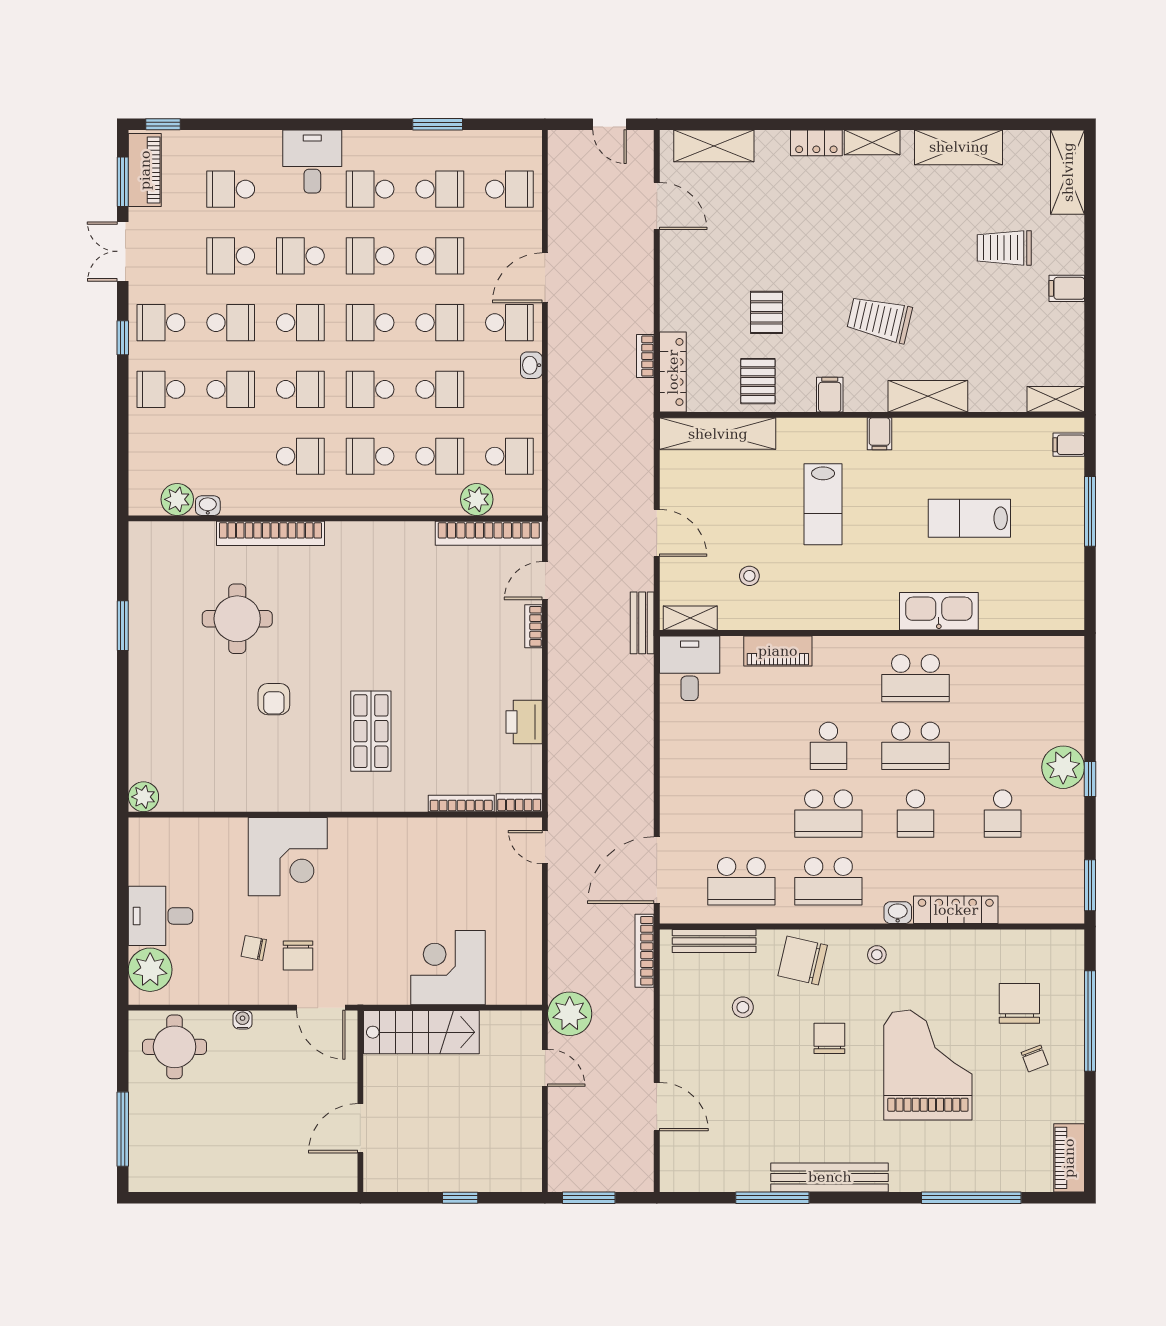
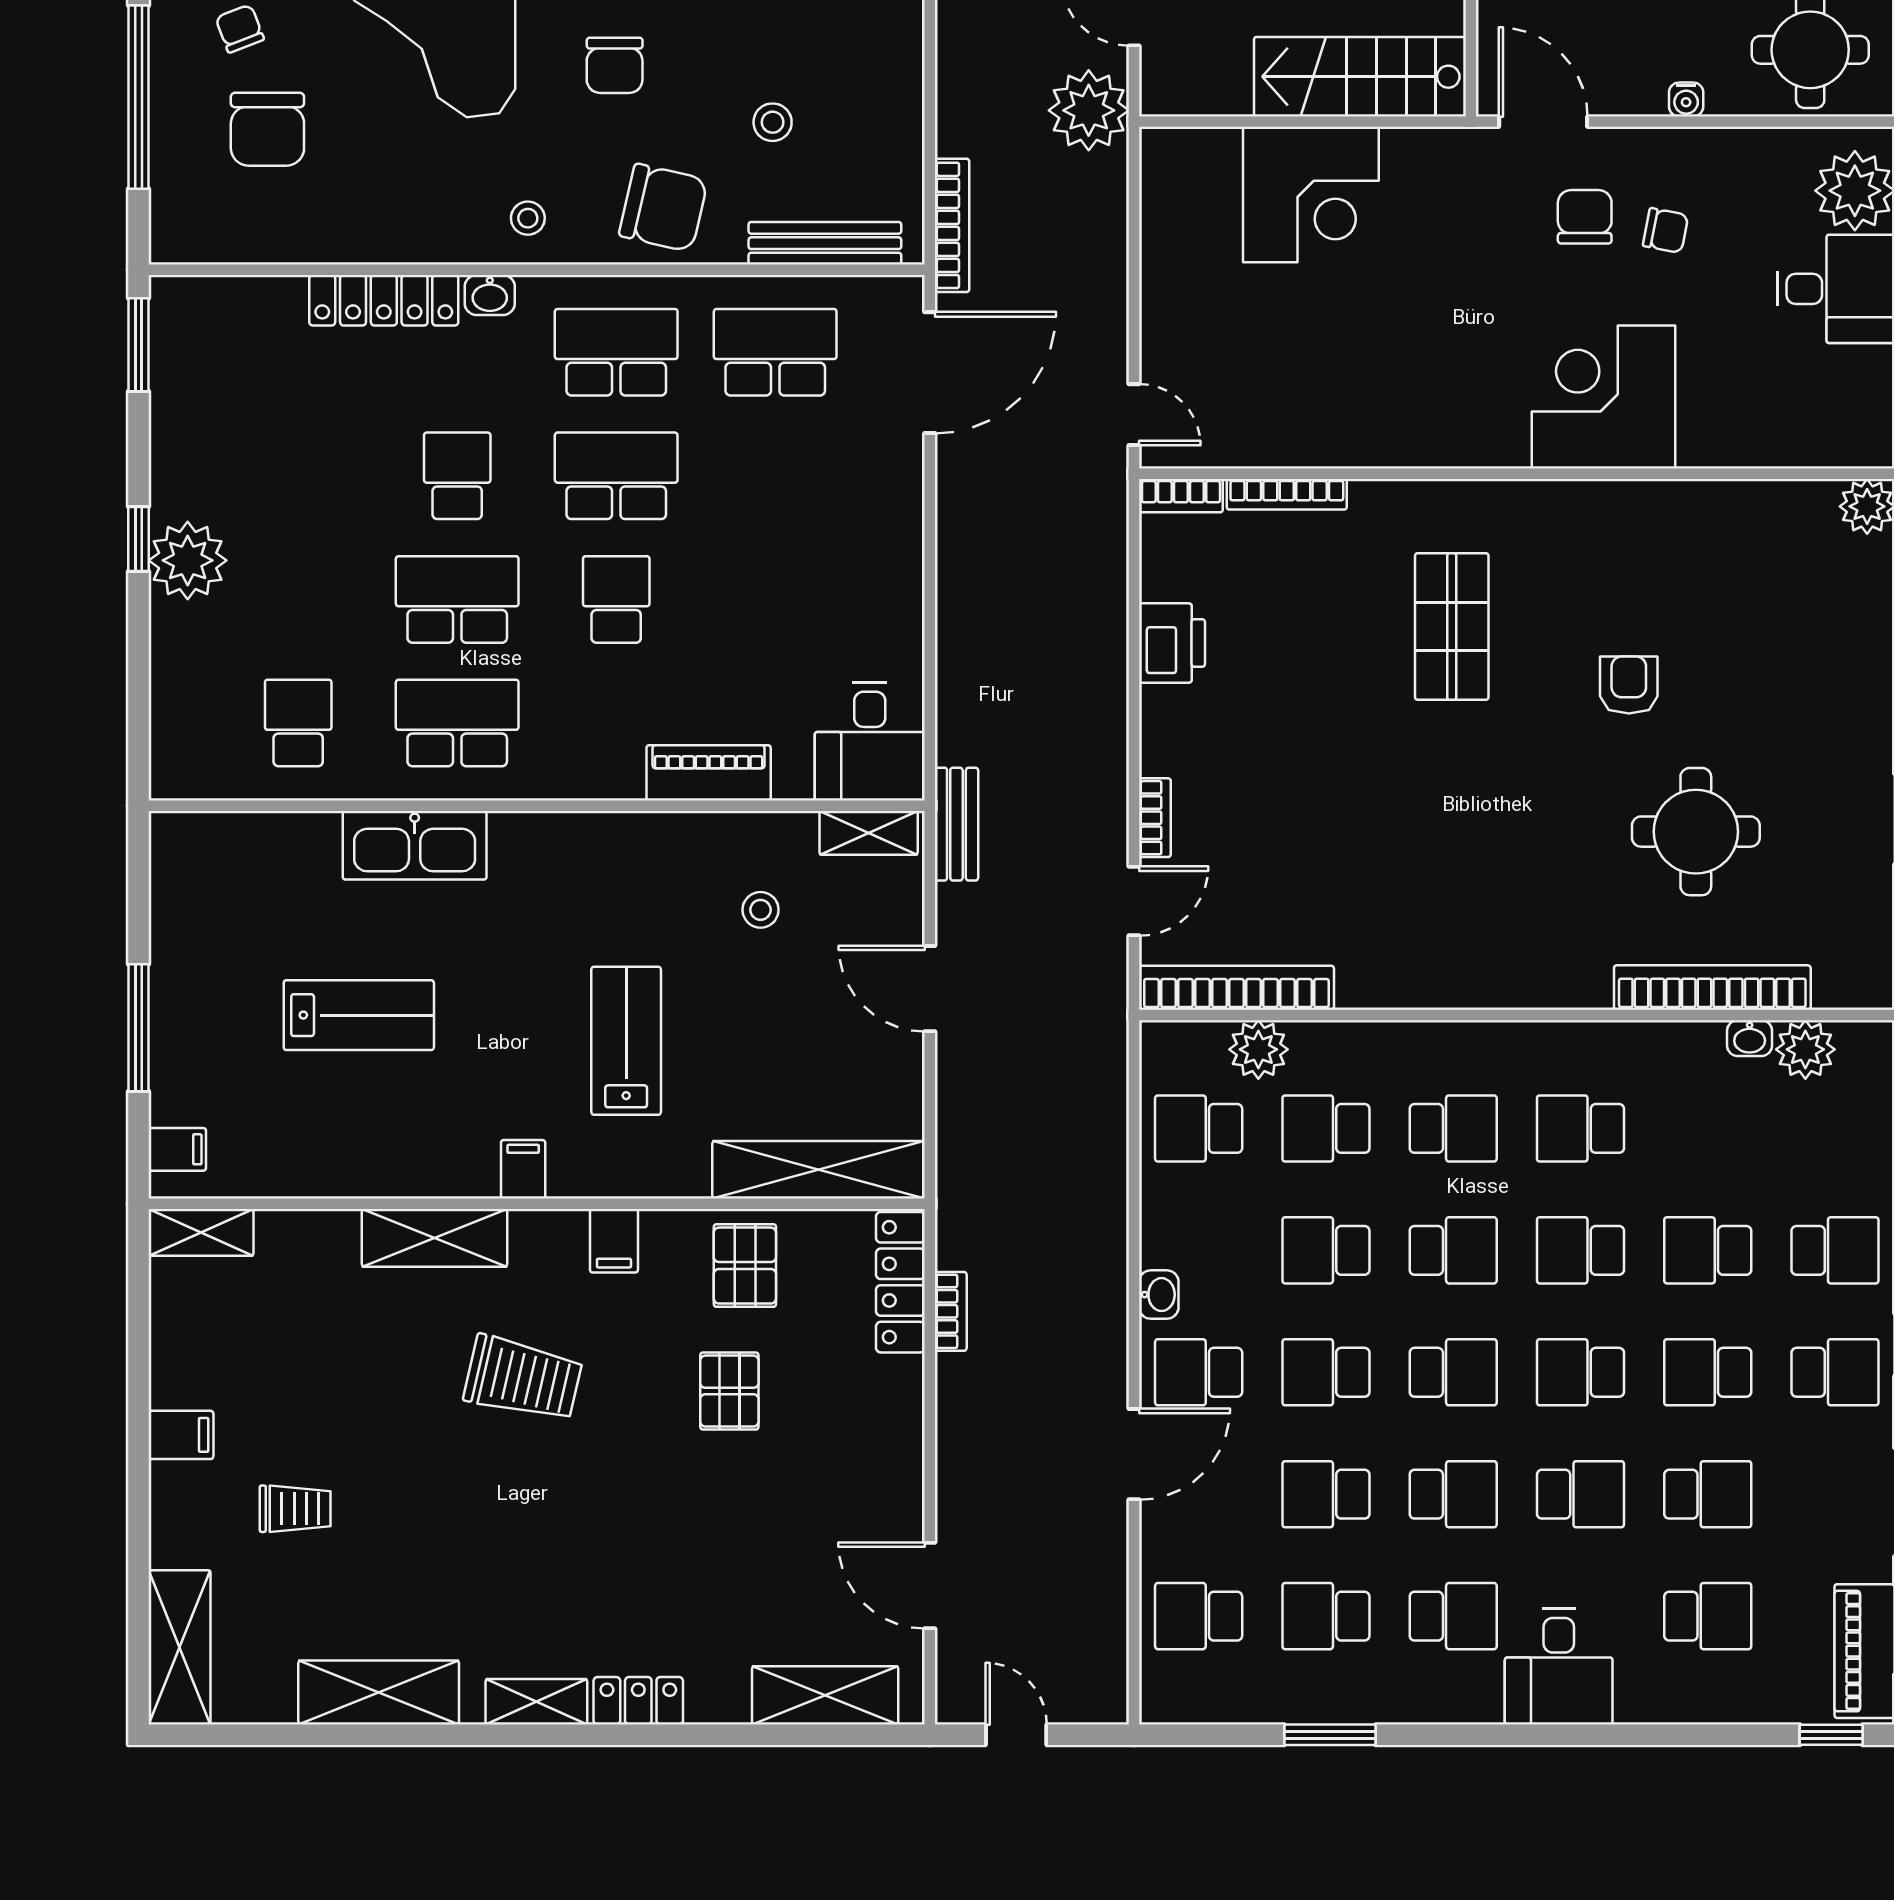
trolley: (1004, 248) -> (295, 1509), width x0.73, depth x0.72
bookcase: (270, 533) -> (1712, 988), moved
school desk: (1003, 814) -> (298, 723), moved

